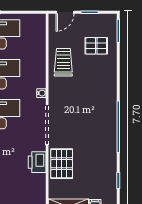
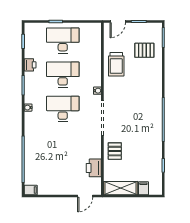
trolley: (63, 62) -> (116, 64), turned 180
printer: (37, 162) -> (94, 168), moved
pallet: (62, 164) -> (115, 151), width x0.67, depth x0.71

